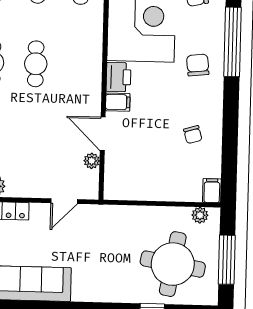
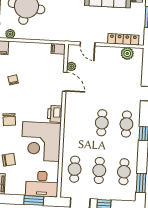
filing cabinet: (118, 102) -> (58, 49), moved
door: (64, 201) -> (88, 44), swing flipped

